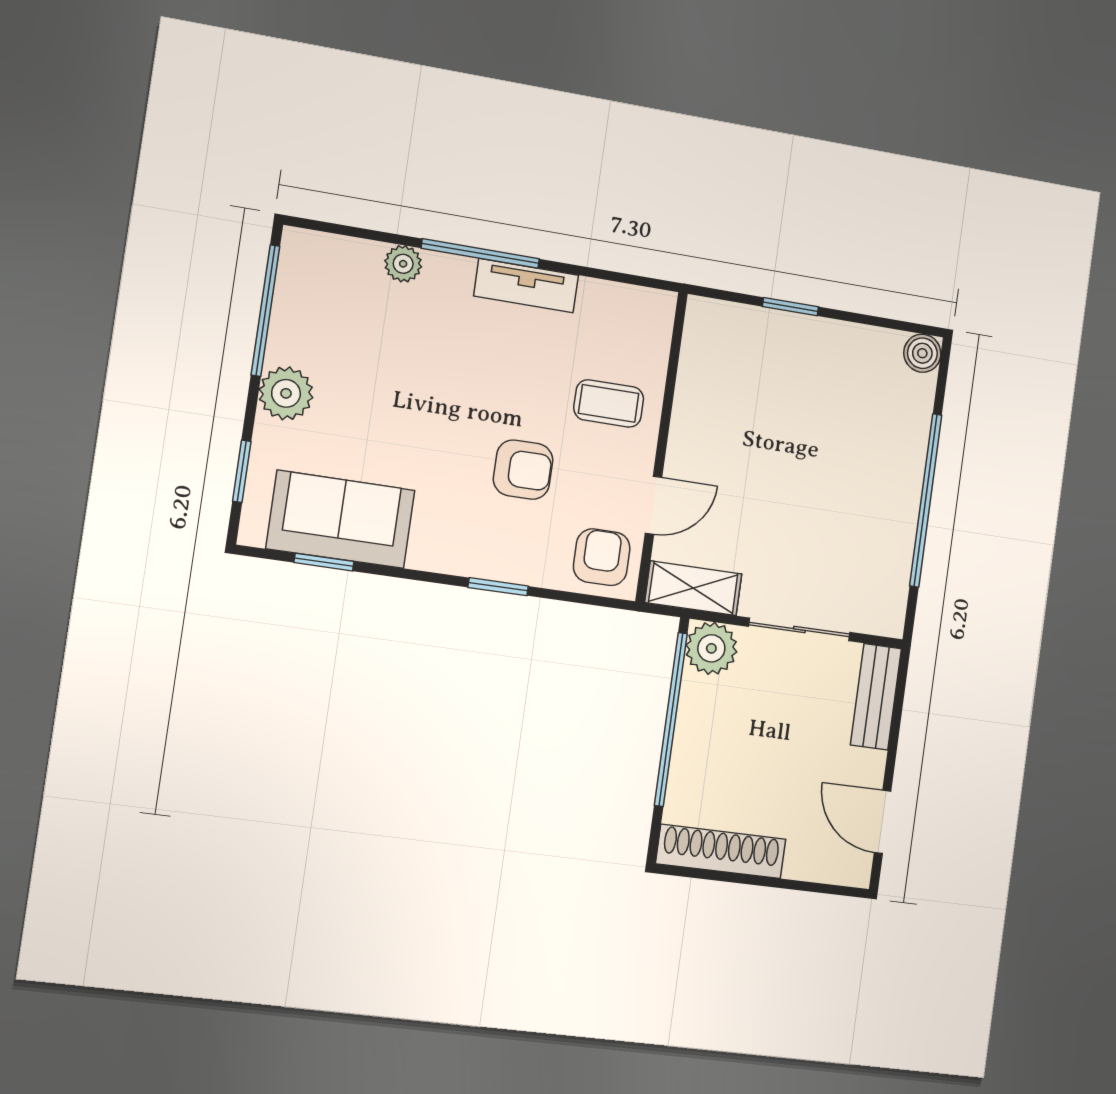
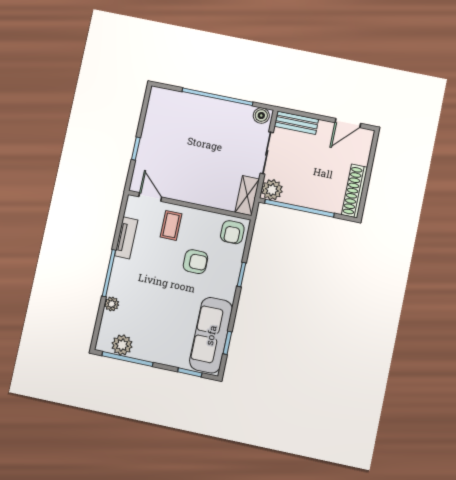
tv unit: (526, 286) -> (126, 238), moved
boiler: (922, 353) -> (261, 116), moved
plant: (286, 393) -> (122, 345), moved
armchair: (523, 470) -> (195, 262), turned 90
door: (653, 505) -> (150, 197), moved
sofa: (341, 519) -> (211, 335), width x1.36
armchair: (602, 557) -> (232, 232), turned -90

